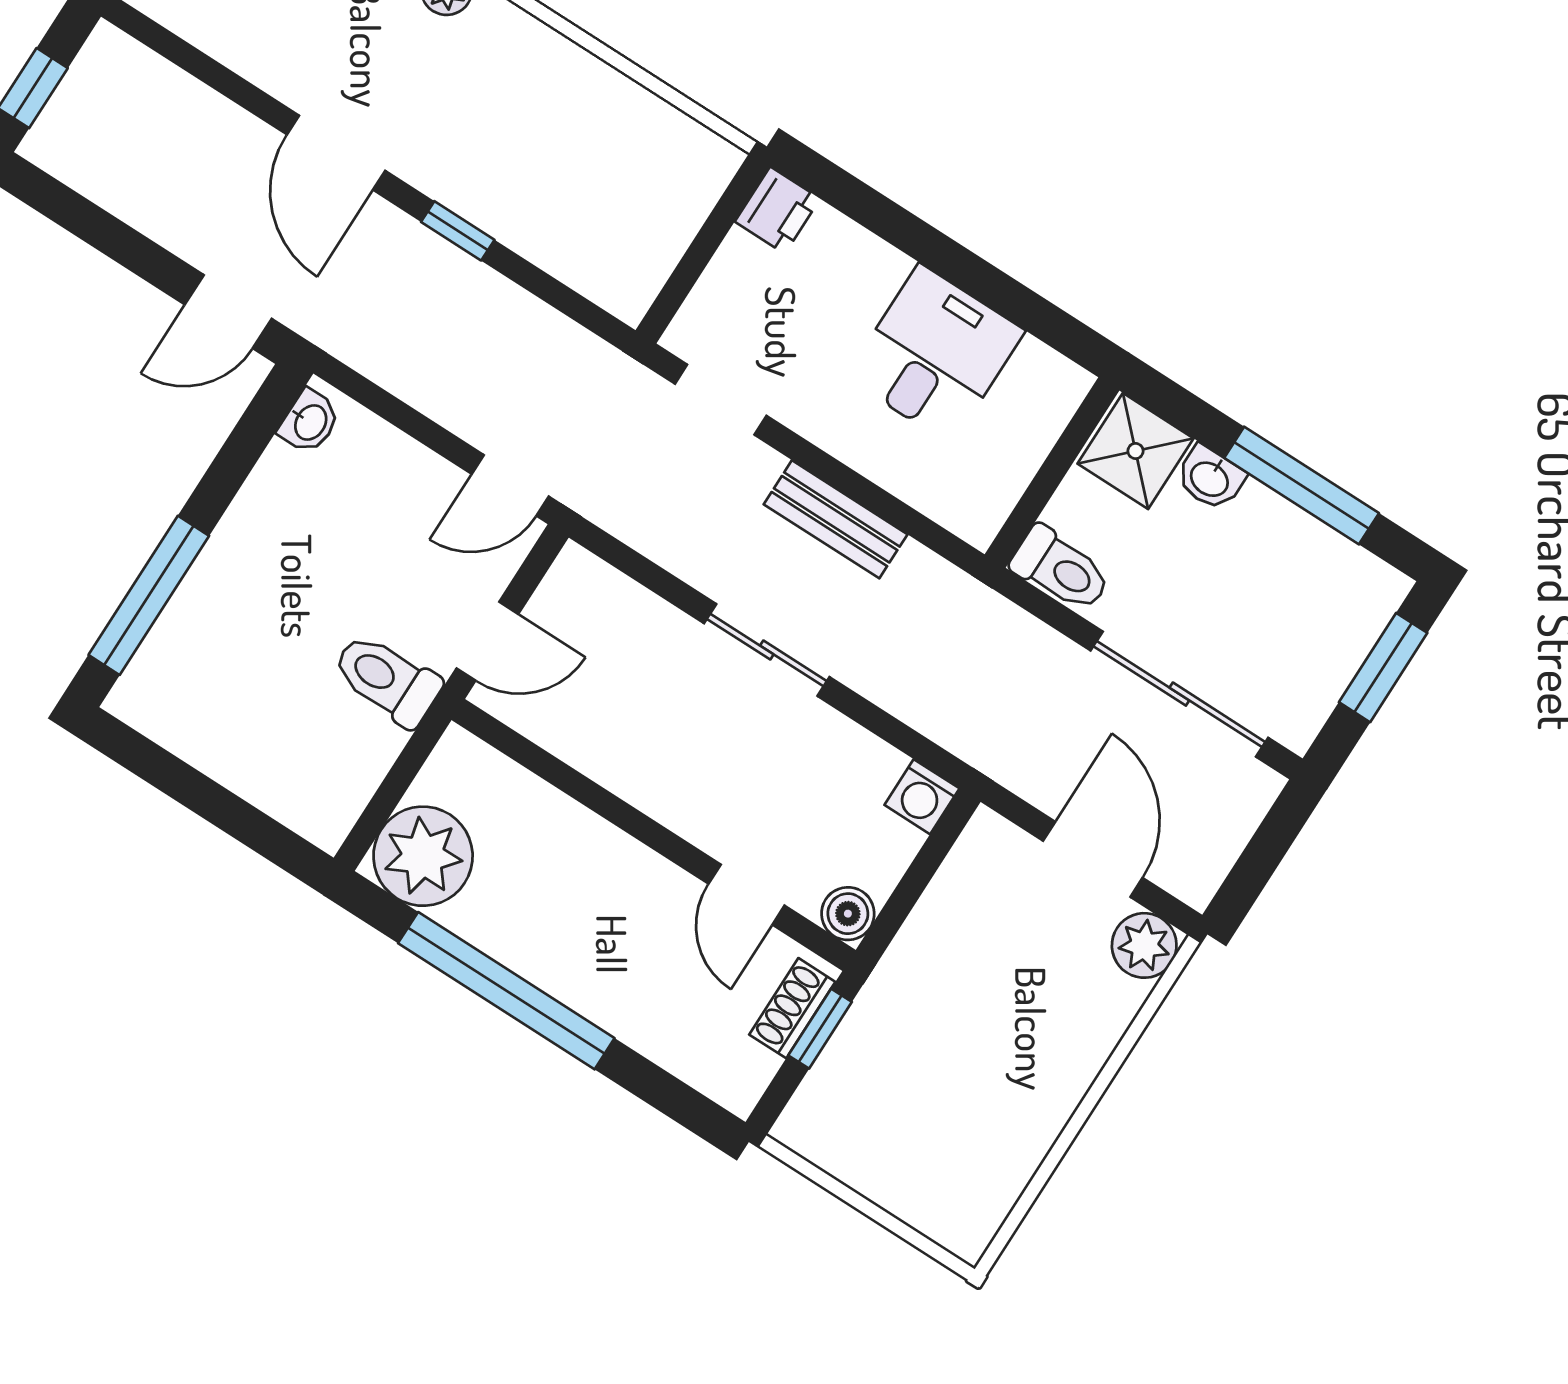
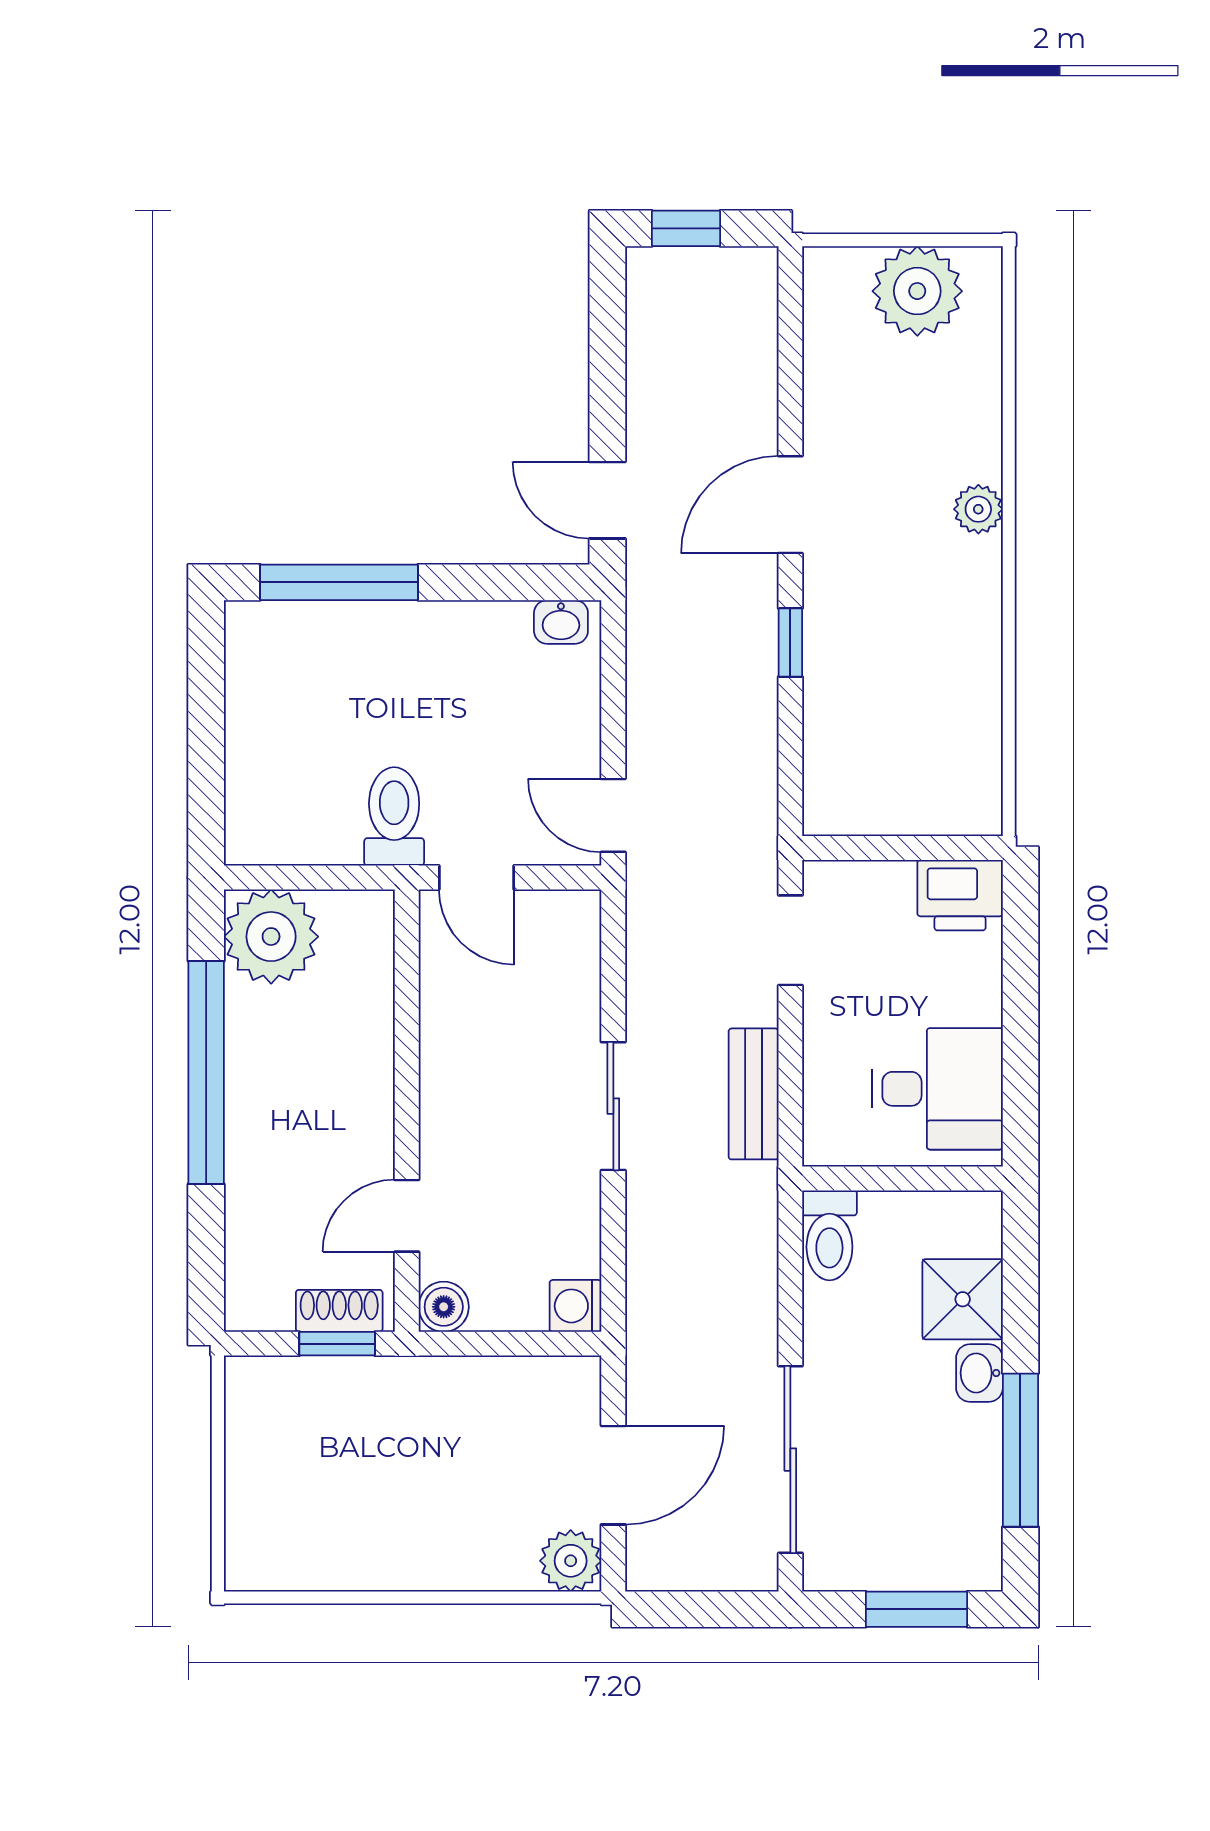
printer: (778, 210) -> (960, 895), width x1.36, depth x1.24
wall: (1052, 472) -> (902, 1178), moved
toilet: (1061, 569) -> (829, 1235), moved

